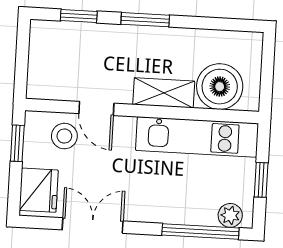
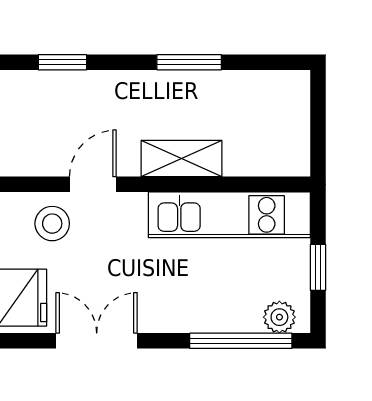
window: (145, 20) -> (189, 62), moved
boiler: (220, 87) -> (256, 146), removed
door: (96, 108) -> (93, 184), swing flipped

